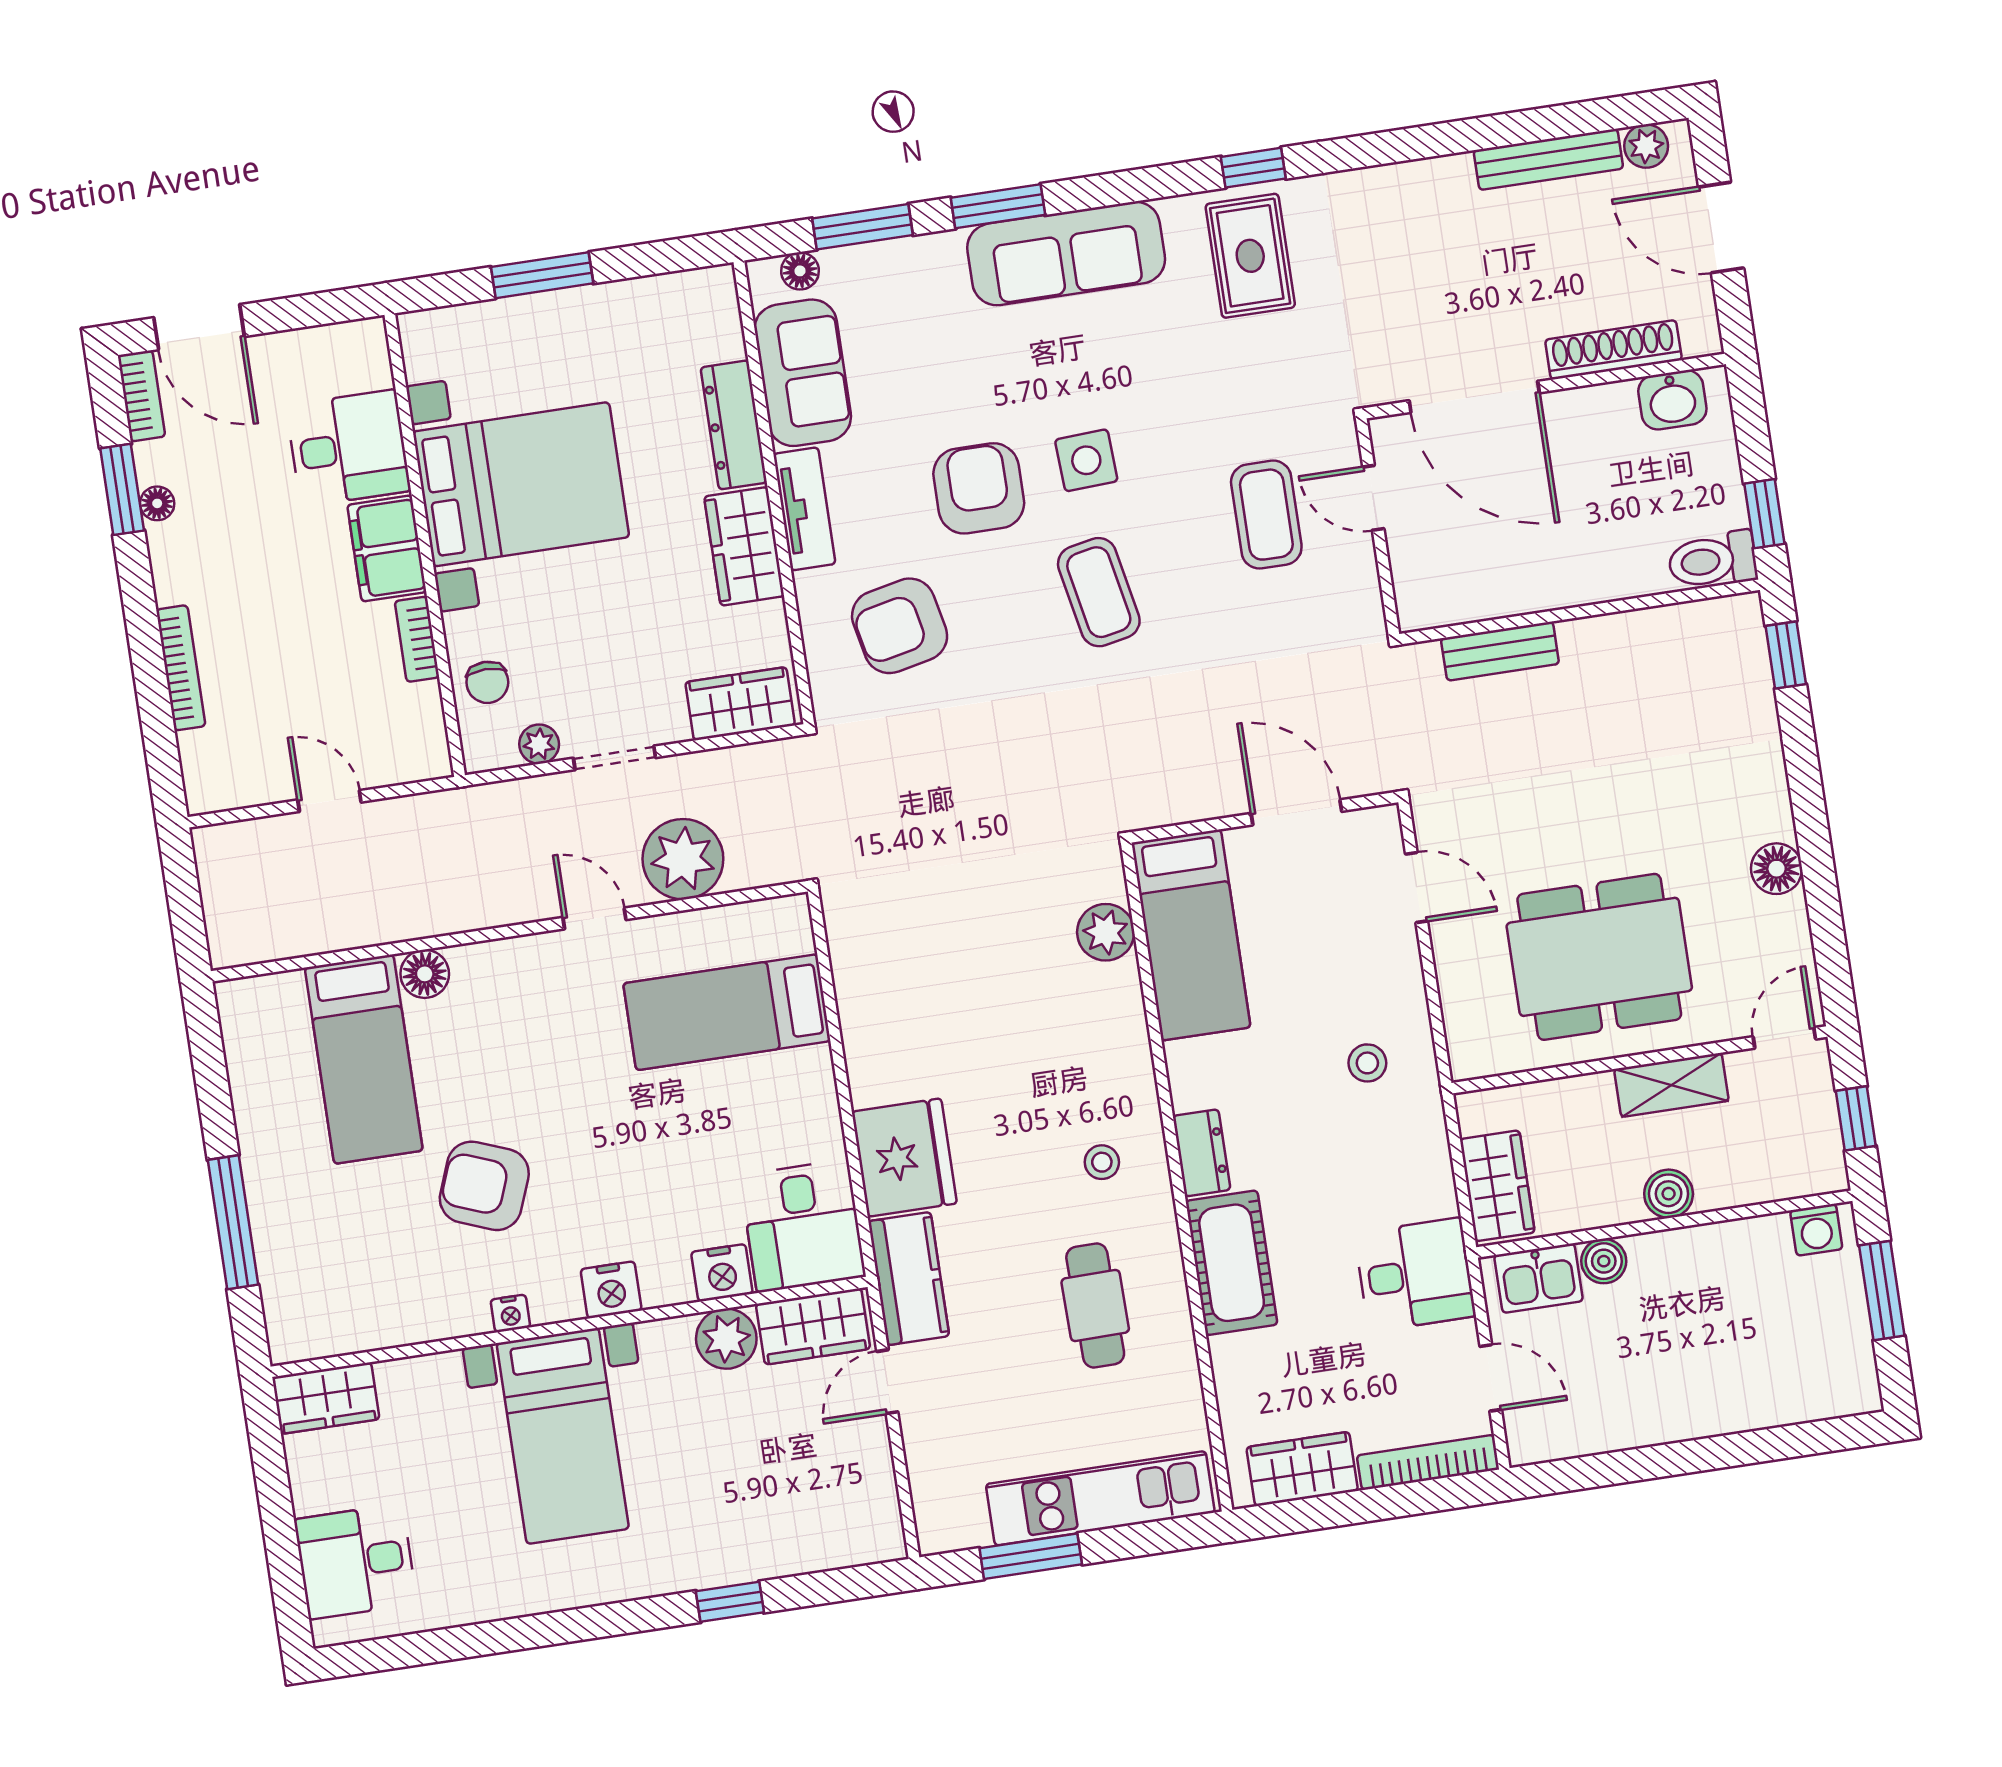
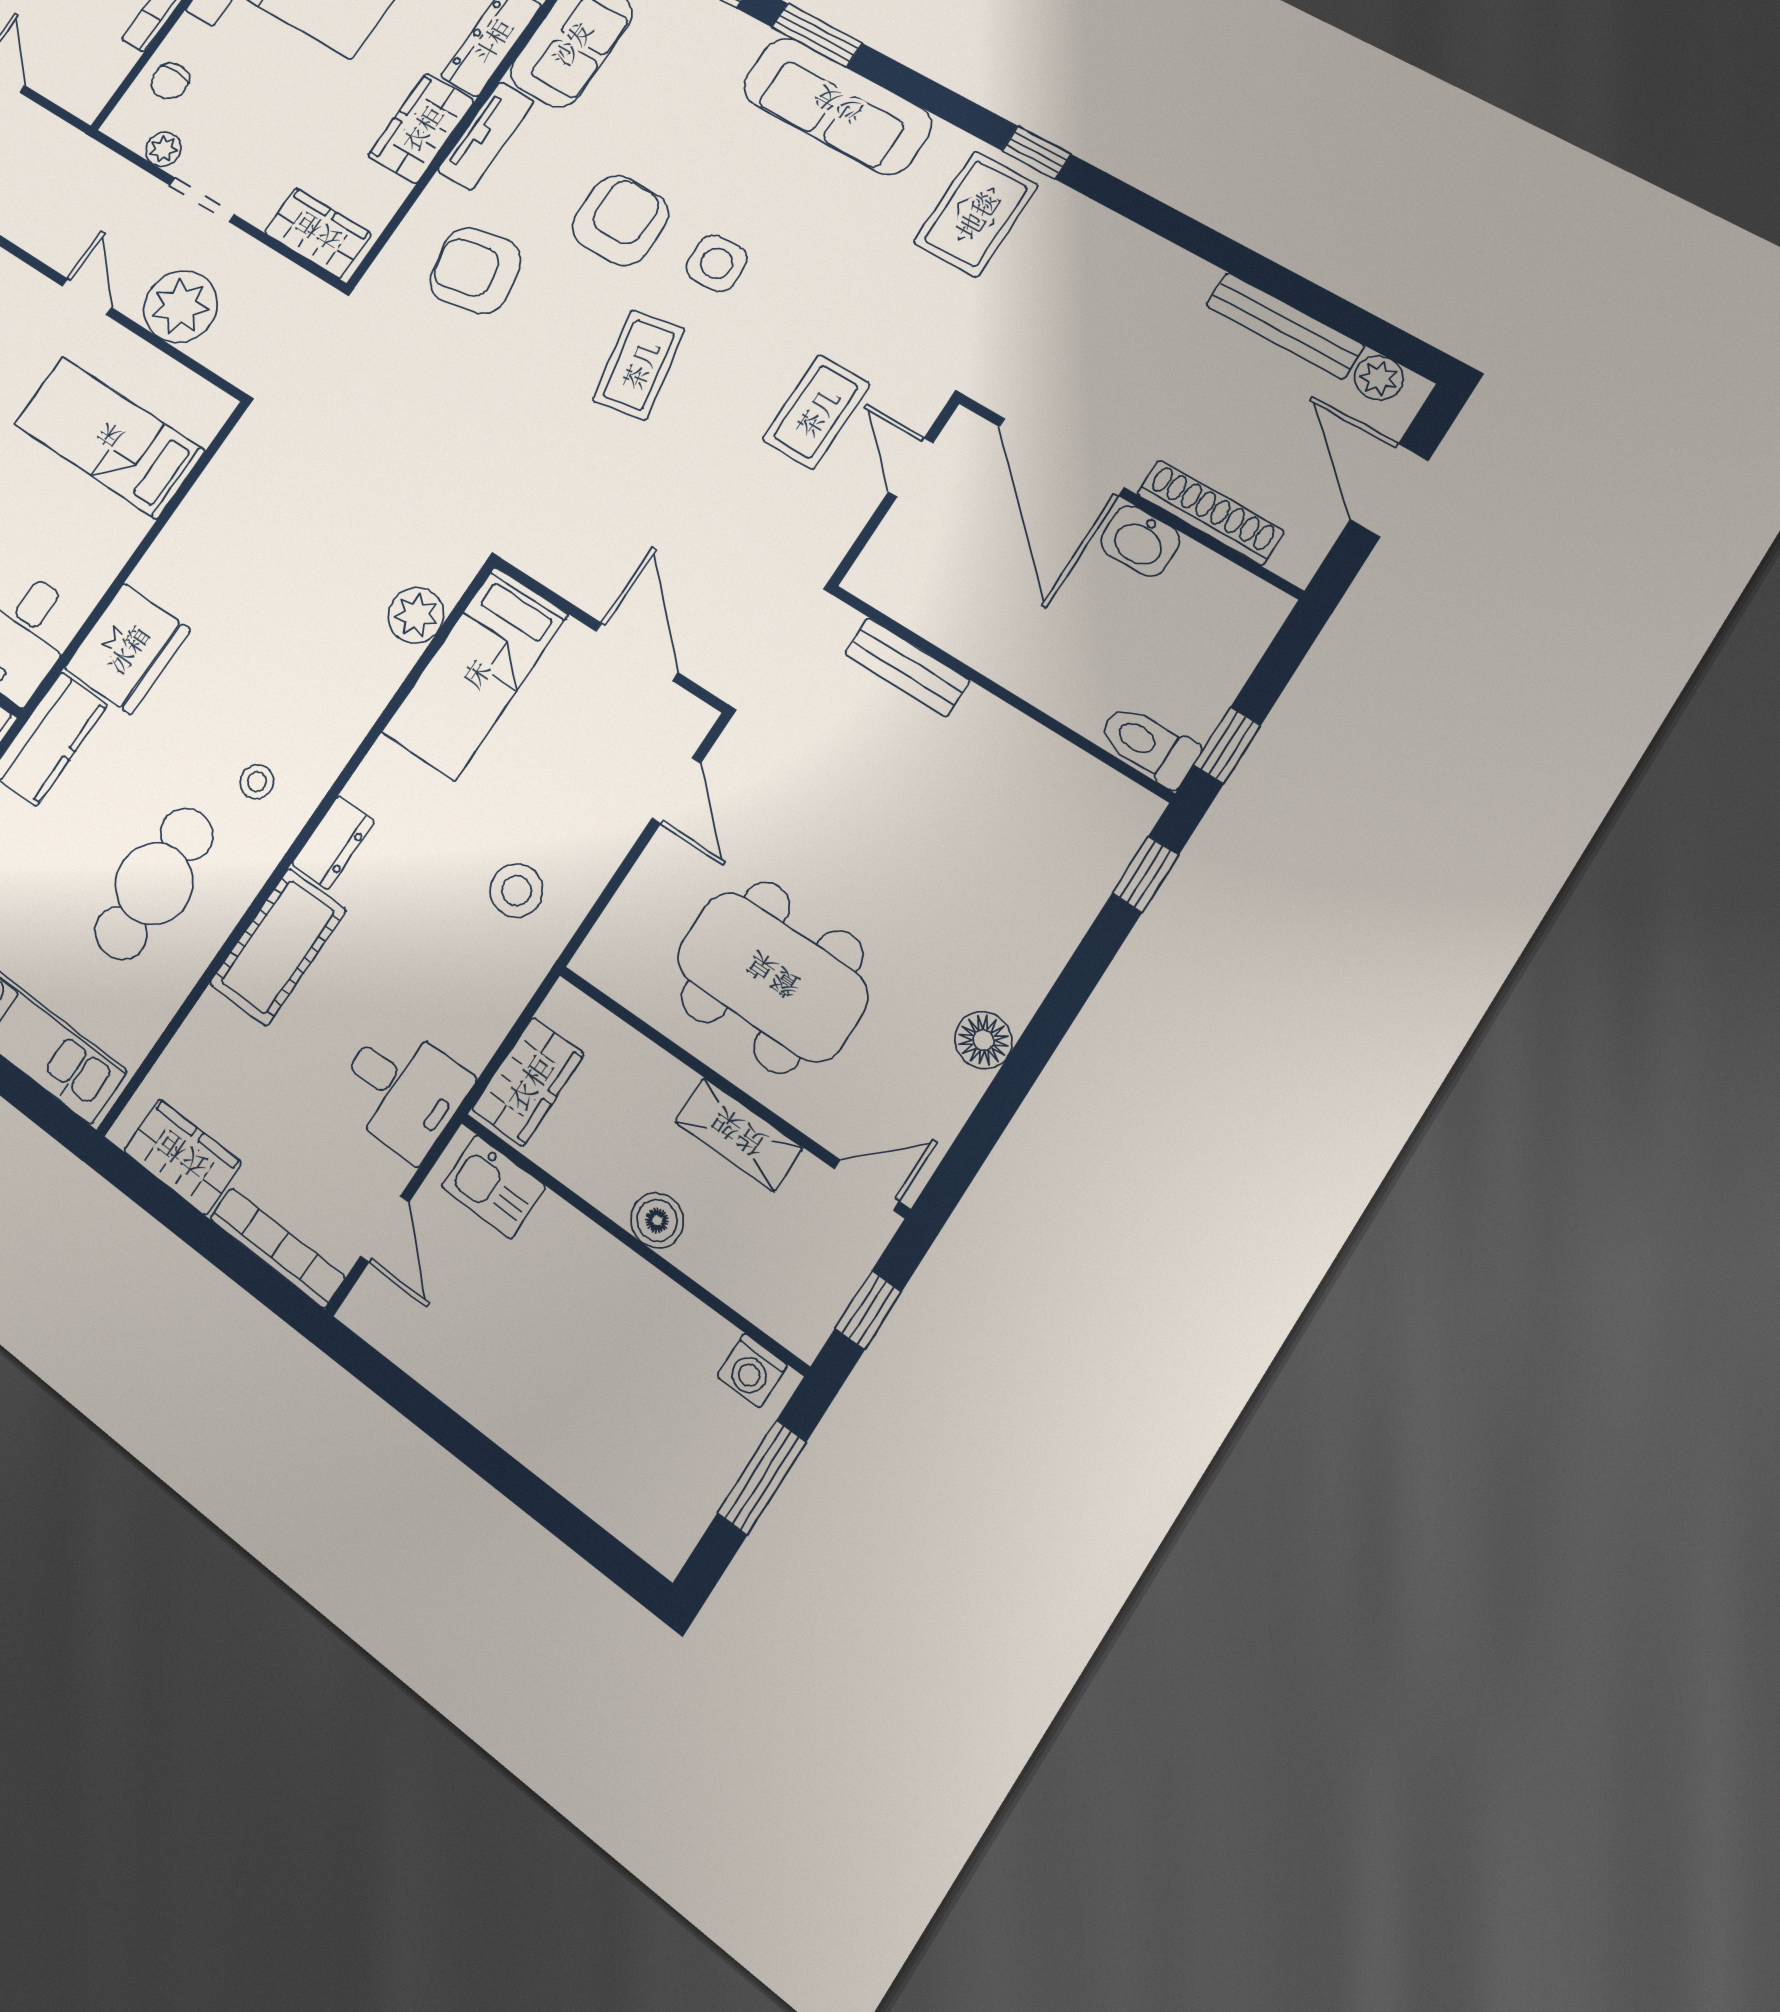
washbasin: (1672, 400) -> (1140, 541), moved
stool: (1367, 1063) -> (516, 891), width x1.37, depth x1.37
boiler: (1604, 1261) -> (556, 1224), removed
cafe table: (1095, 1305) -> (154, 884), width x1.37, depth x1.35

